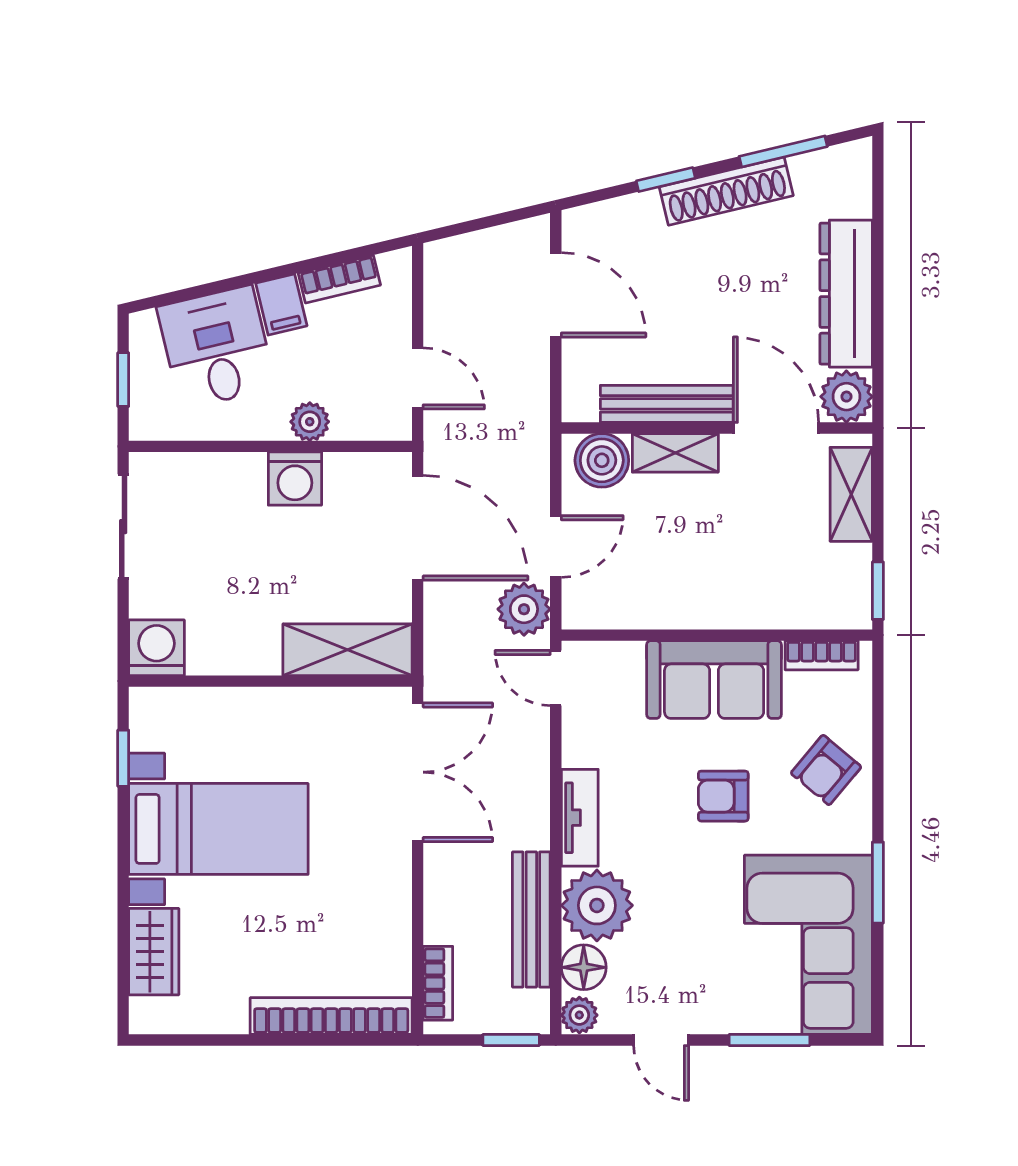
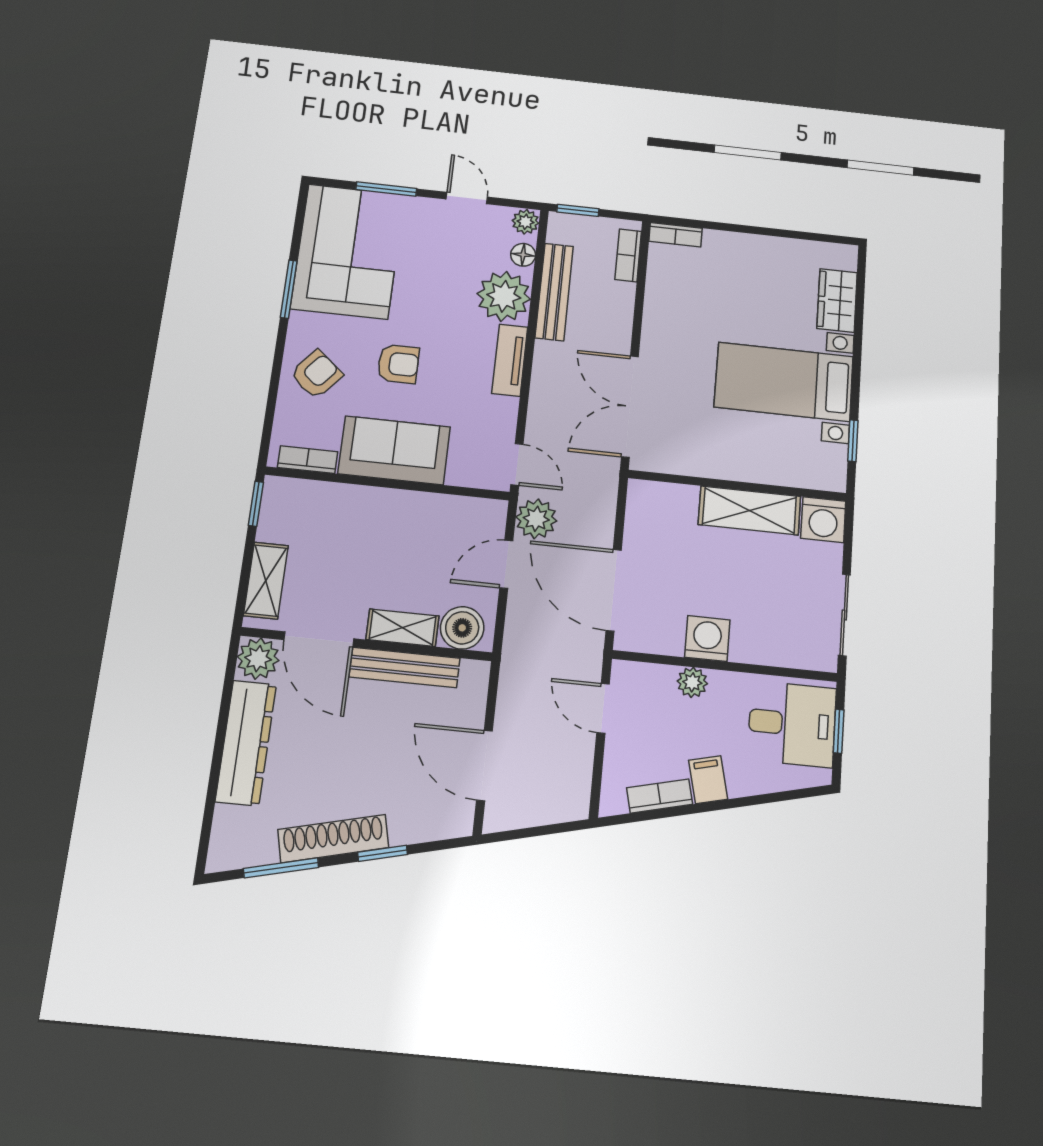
desk: (216, 347) -> (792, 724), moved, turned -77
shelving: (348, 650) -> (749, 510), moved
floor lamp: (584, 967) -> (523, 255), width x0.73, depth x0.73
bookcase: (331, 1016) -> (675, 235), width x0.43, depth x0.76

